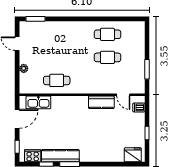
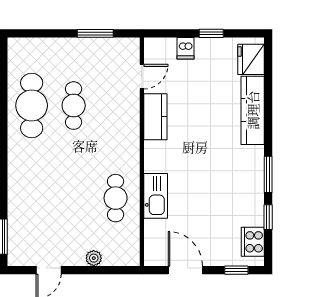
cafe table: (107, 34) -> (32, 106), width x1.37, depth x1.35
kitchen sink: (38, 102) -> (156, 196), moved
dishwasher: (139, 107) -> (185, 48), moved
kitchen counter: (60, 156) -> (253, 110), moved

